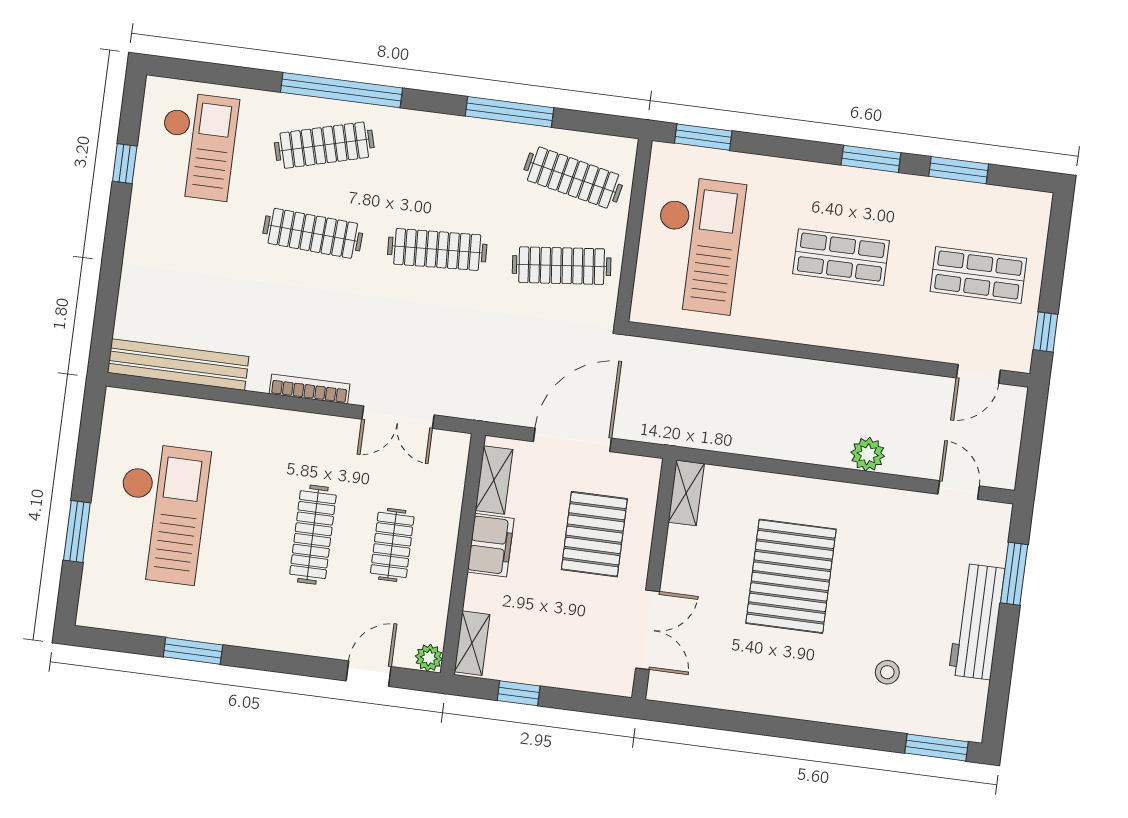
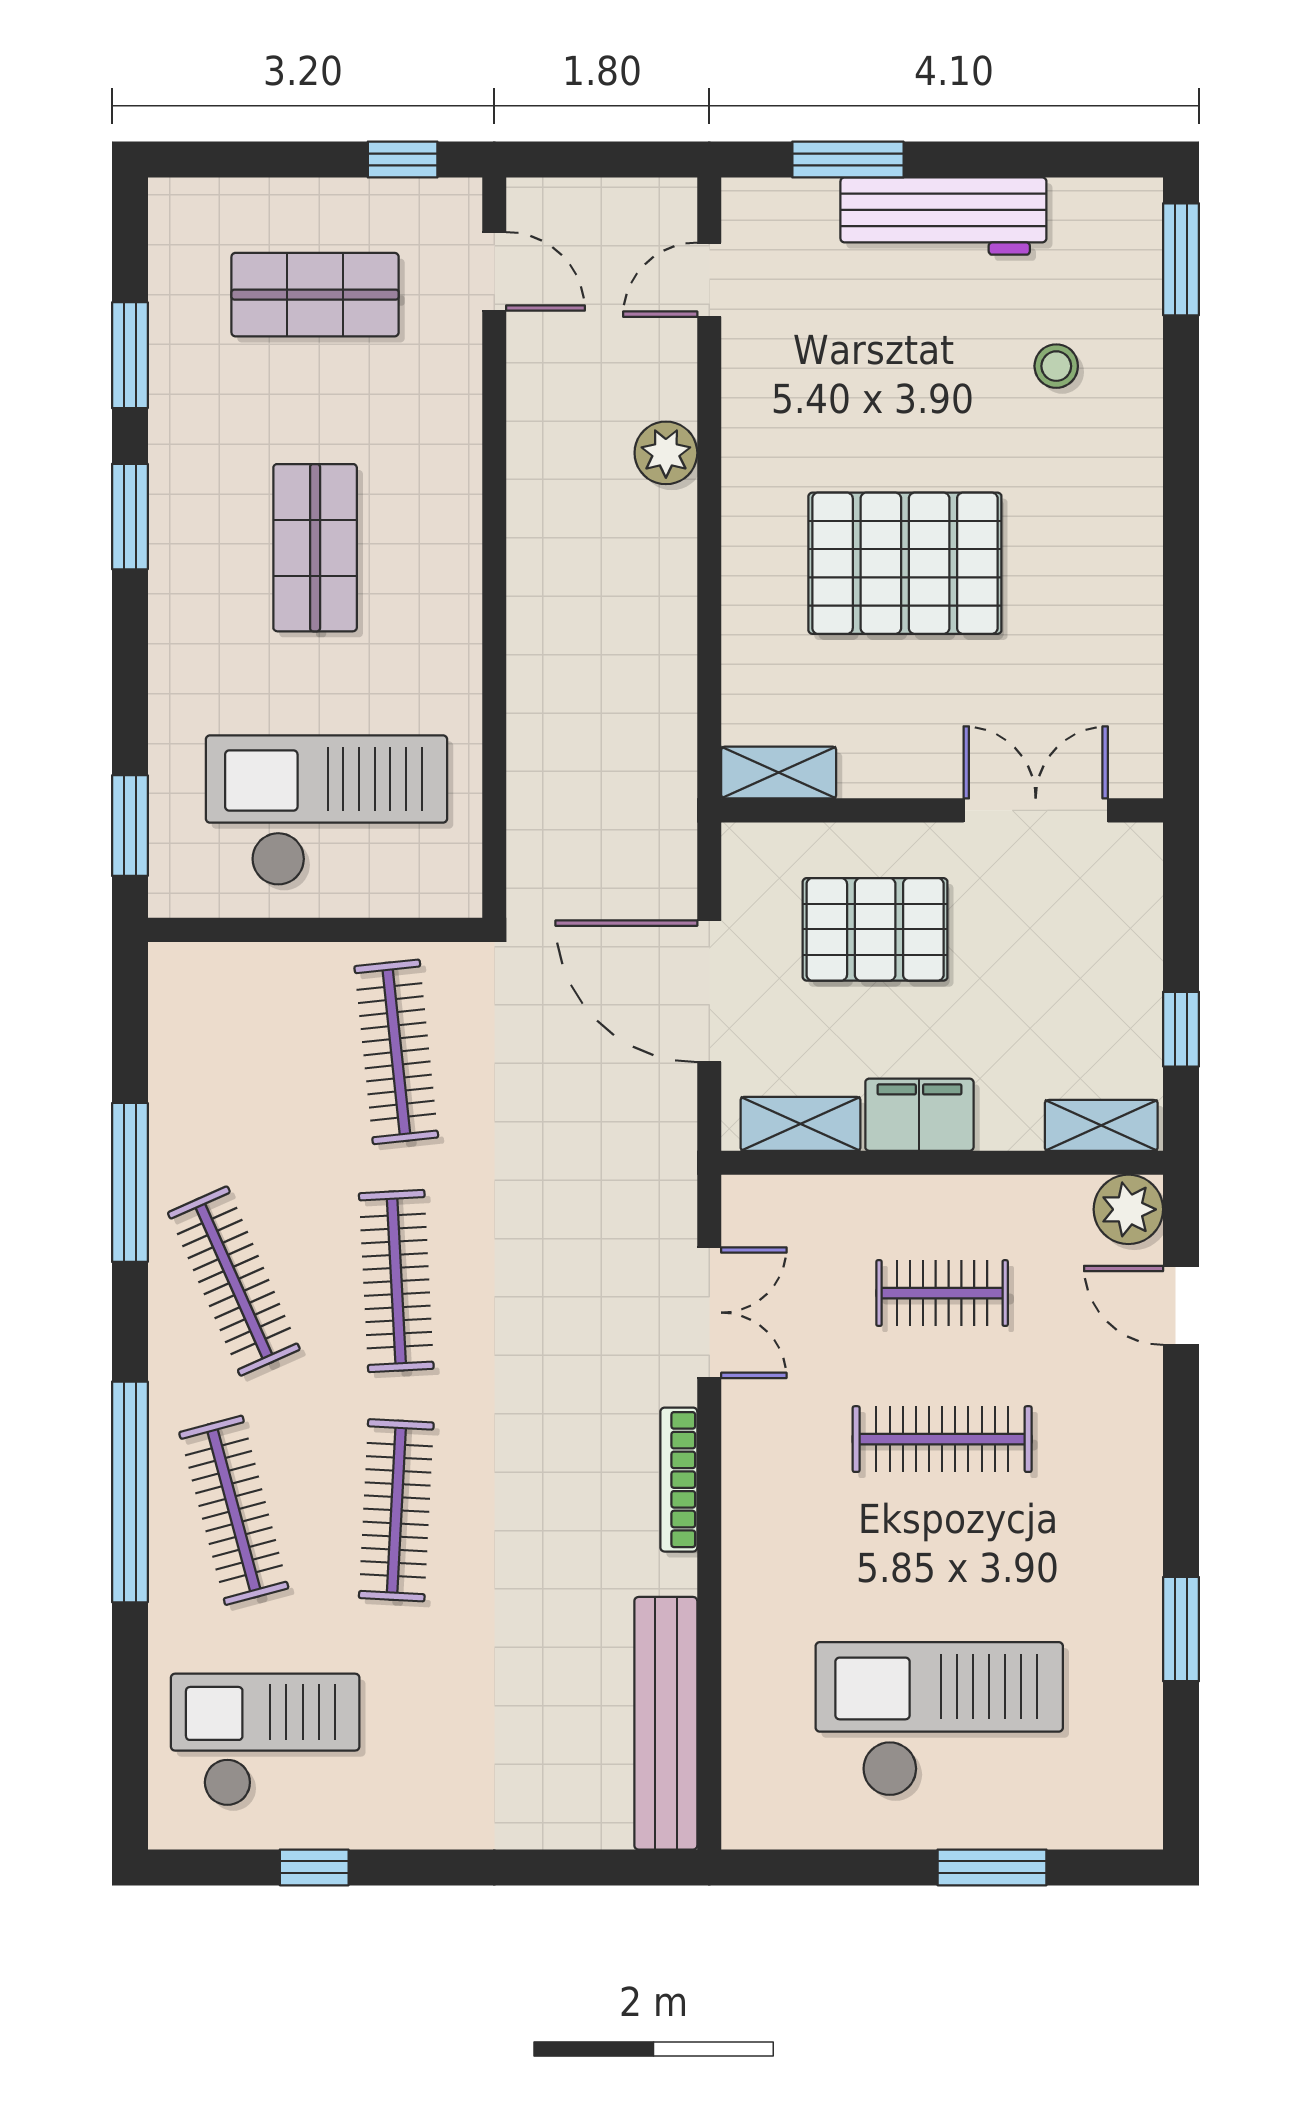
clothes rail: (573, 177) -> (234, 1281), moved, turned -36
shop shelf: (978, 275) -> (315, 295), turned 90
plant: (429, 658) -> (1128, 1209), width x1.38, depth x1.38

